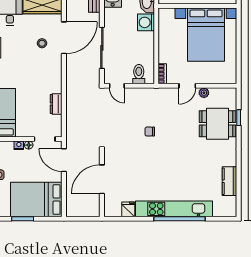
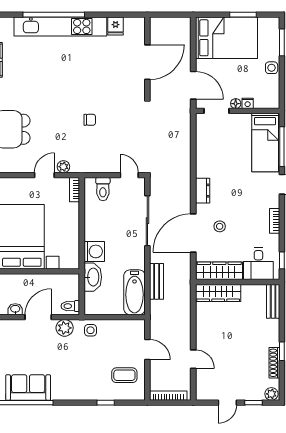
plant: (204, 93) -> (63, 167), moved
dresser: (56, 104) -> (203, 191), moved

